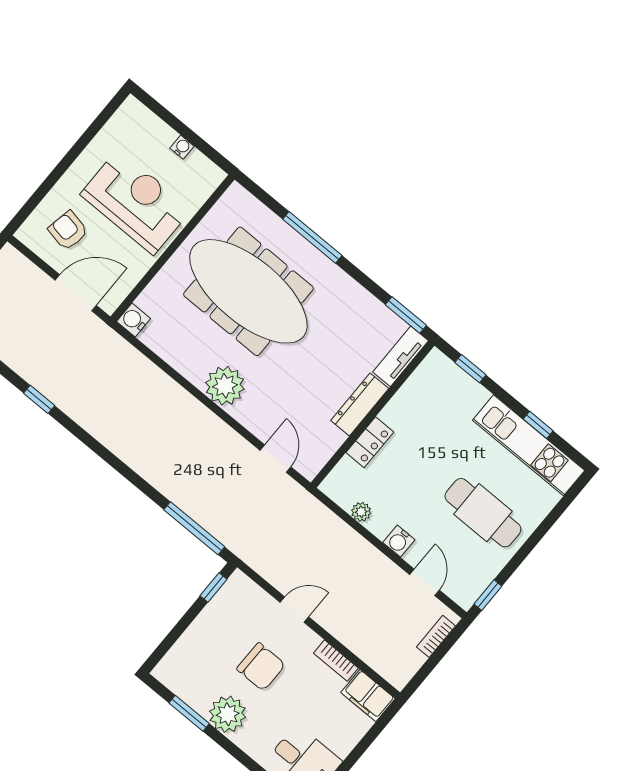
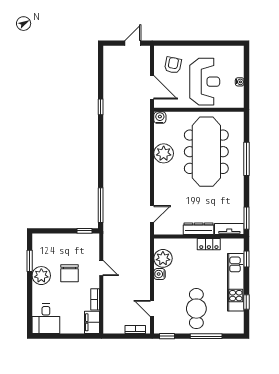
plant: (225, 386) -> (164, 153), moved
locker: (370, 442) -> (209, 244), moved
kitchen unit: (529, 445) -> (236, 282), moved
plant: (361, 512) -> (163, 258), width x1.88, depth x1.88
window: (539, 533) -> (206, 336), added
water cooler: (399, 541) -> (160, 274), moved
door: (425, 582) -> (152, 308), swing flipped

